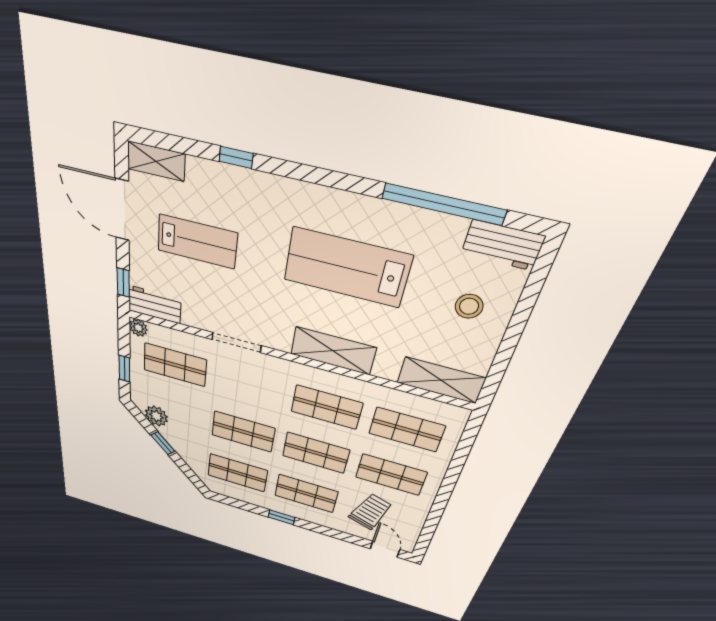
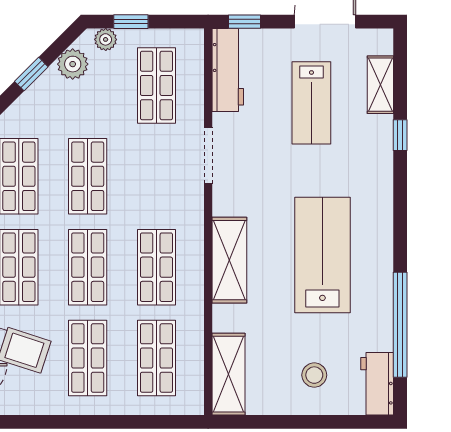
shelving: (156, 161) -> (380, 85), moved
workbench: (155, 305) -> (228, 70), width x1.38
plant: (138, 328) -> (106, 39), moved

